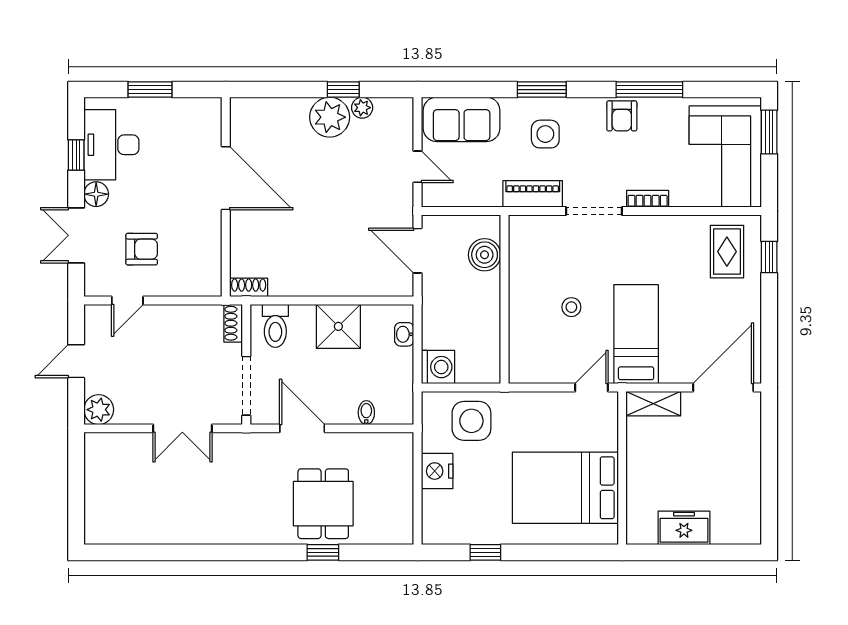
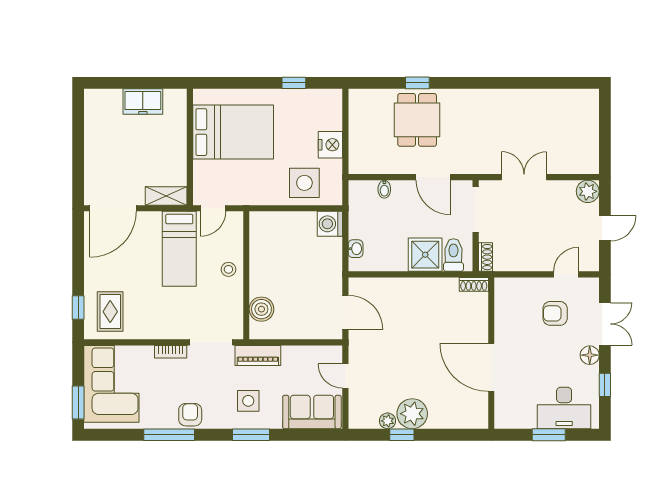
desk: (111, 145) -> (564, 408), moved, turned 90
boiler: (485, 255) -> (261, 309), moved
wall: (504, 299) -> (246, 275), moved
shower: (338, 326) -> (425, 255), moved

